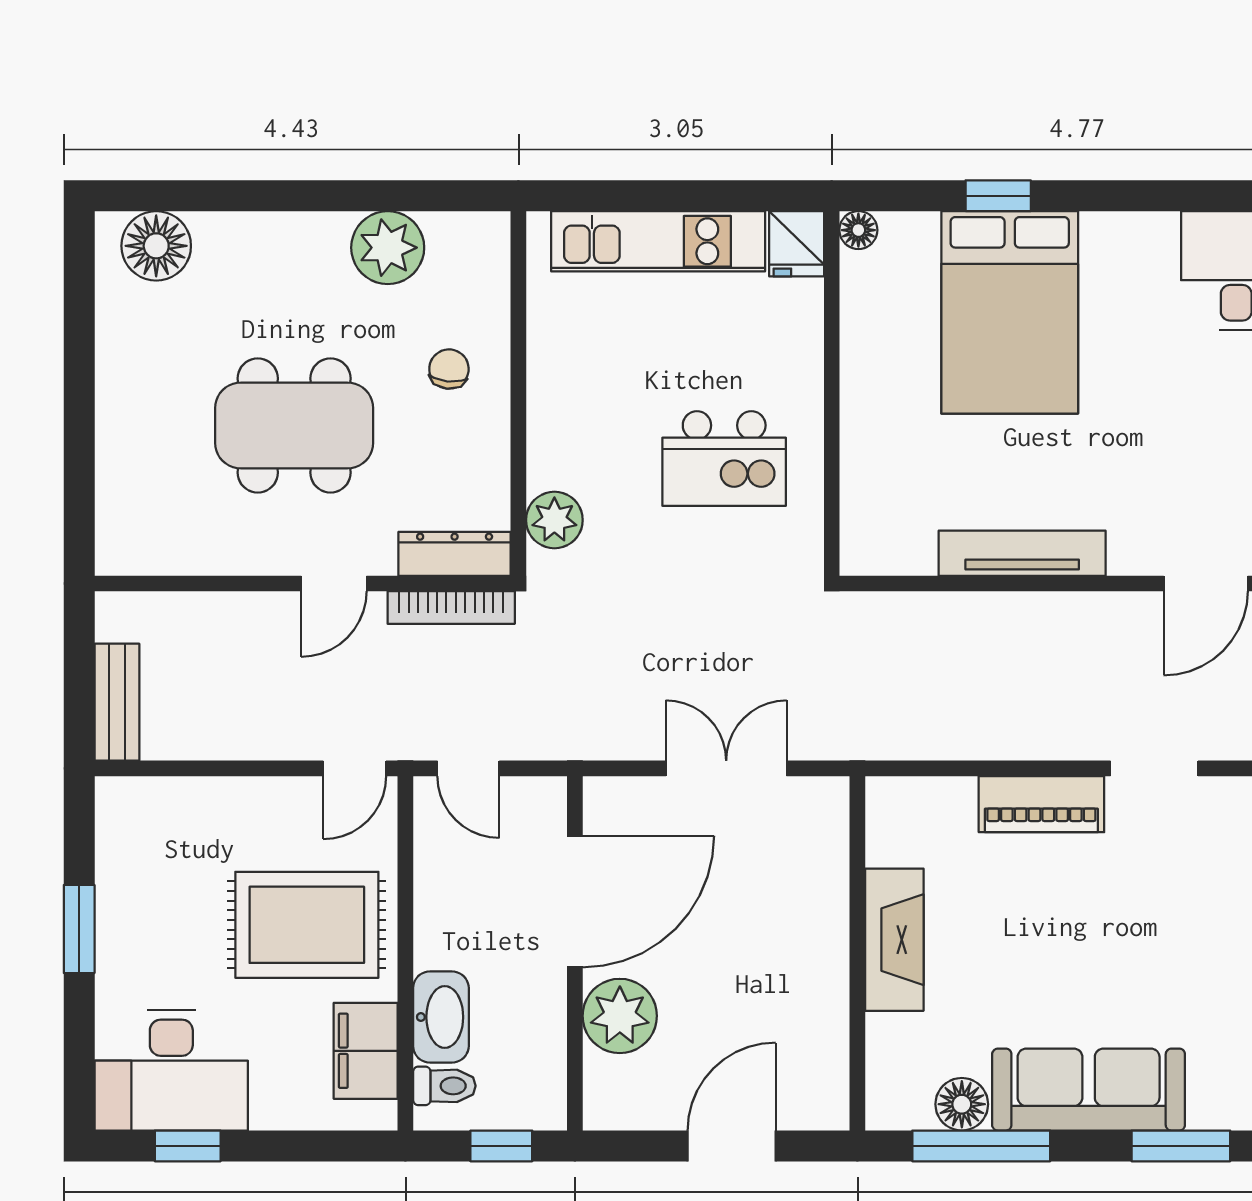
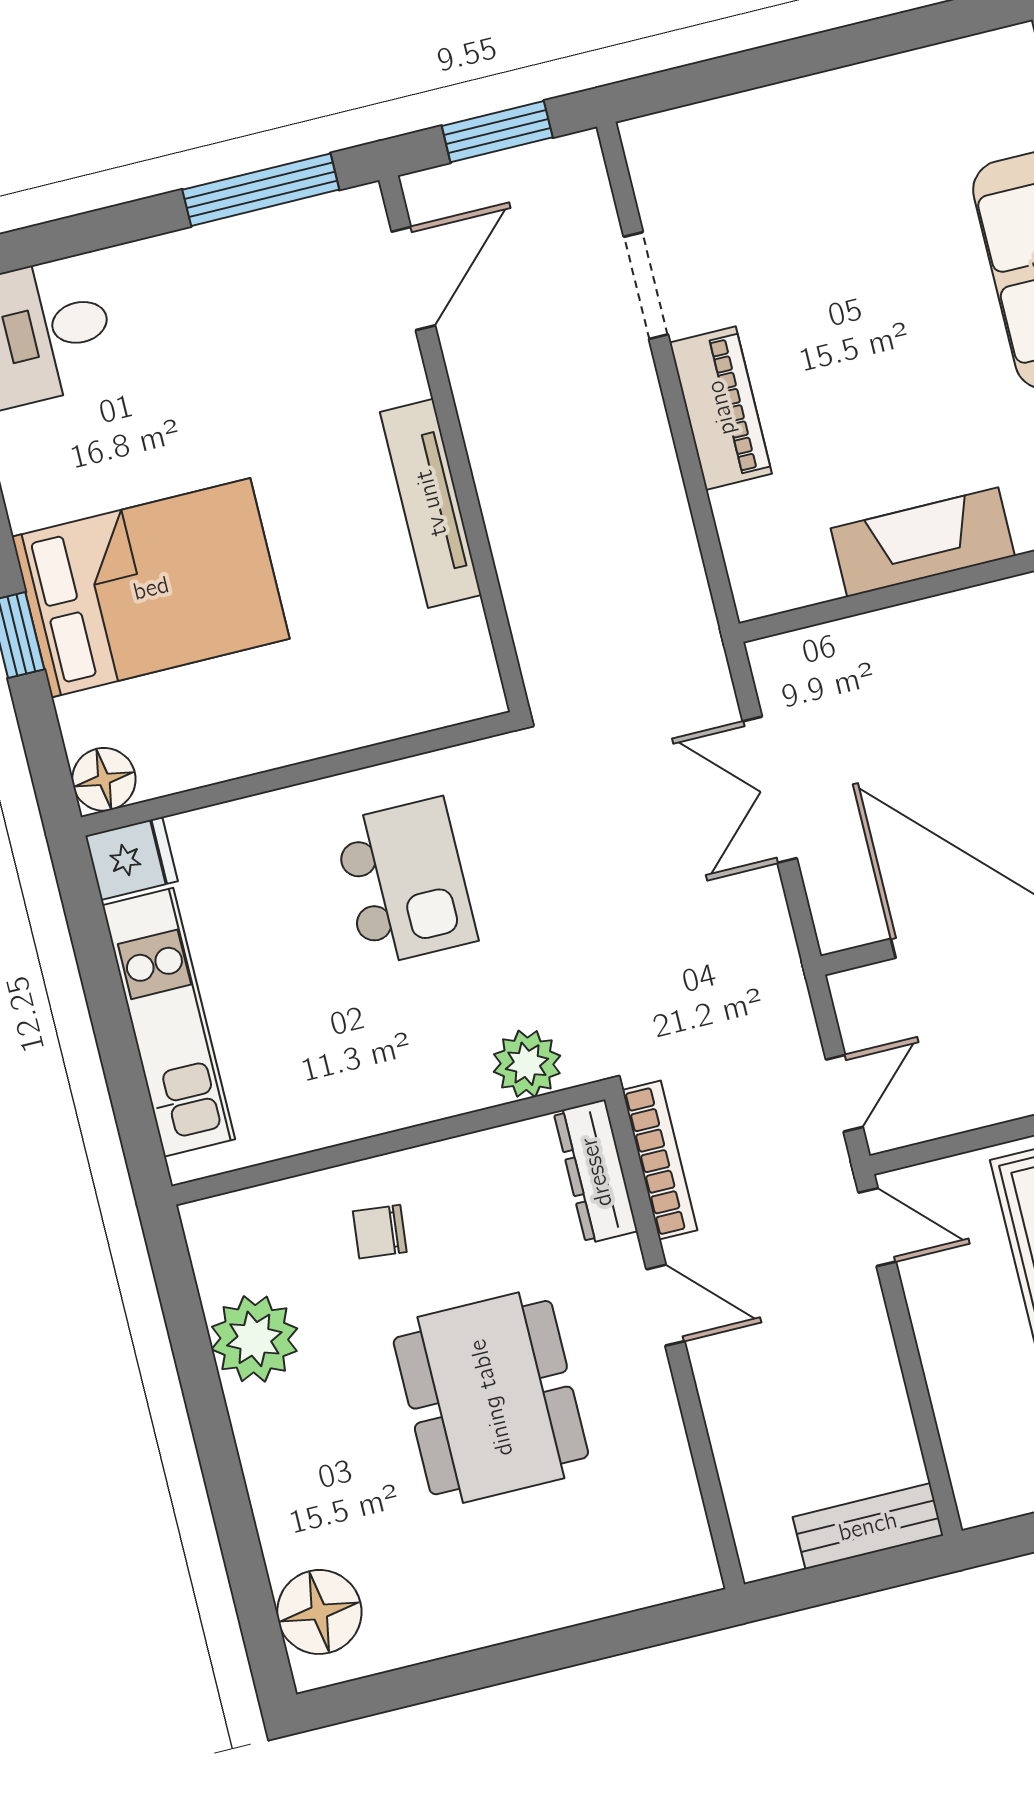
floor lamp: (858, 230) -> (104, 779), width x1.37, depth x1.37
door: (1206, 583) -> (413, 279), hinge flipped

